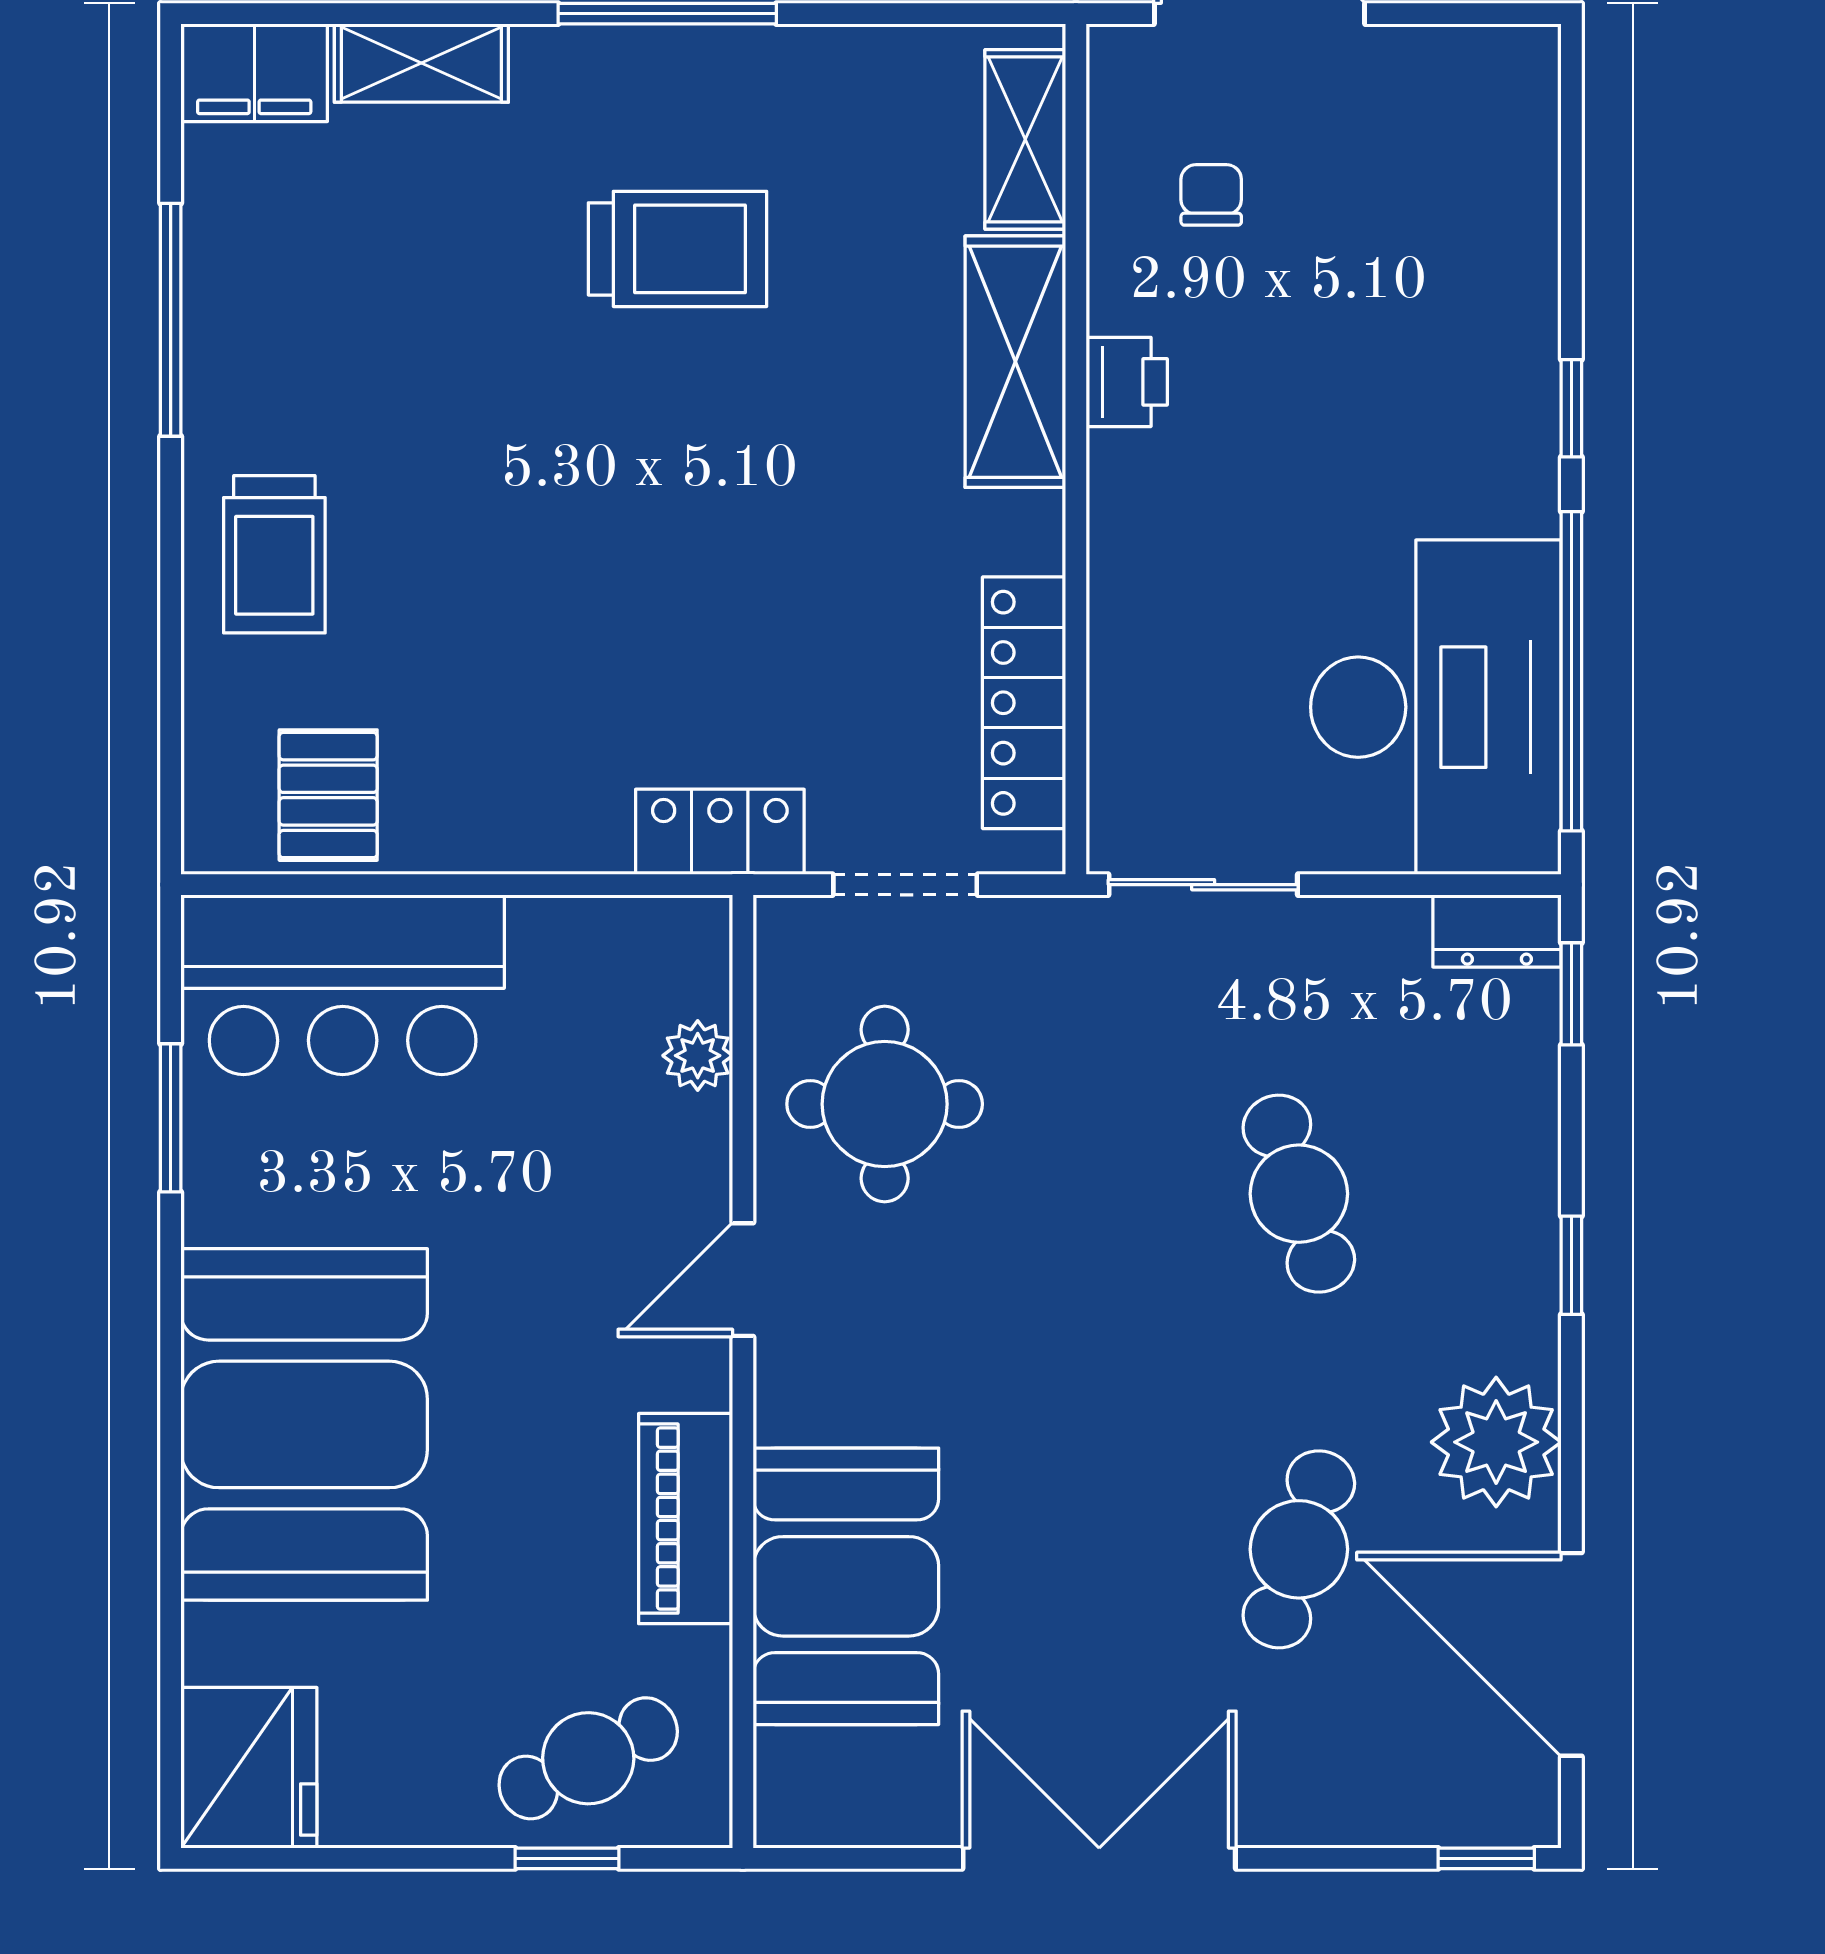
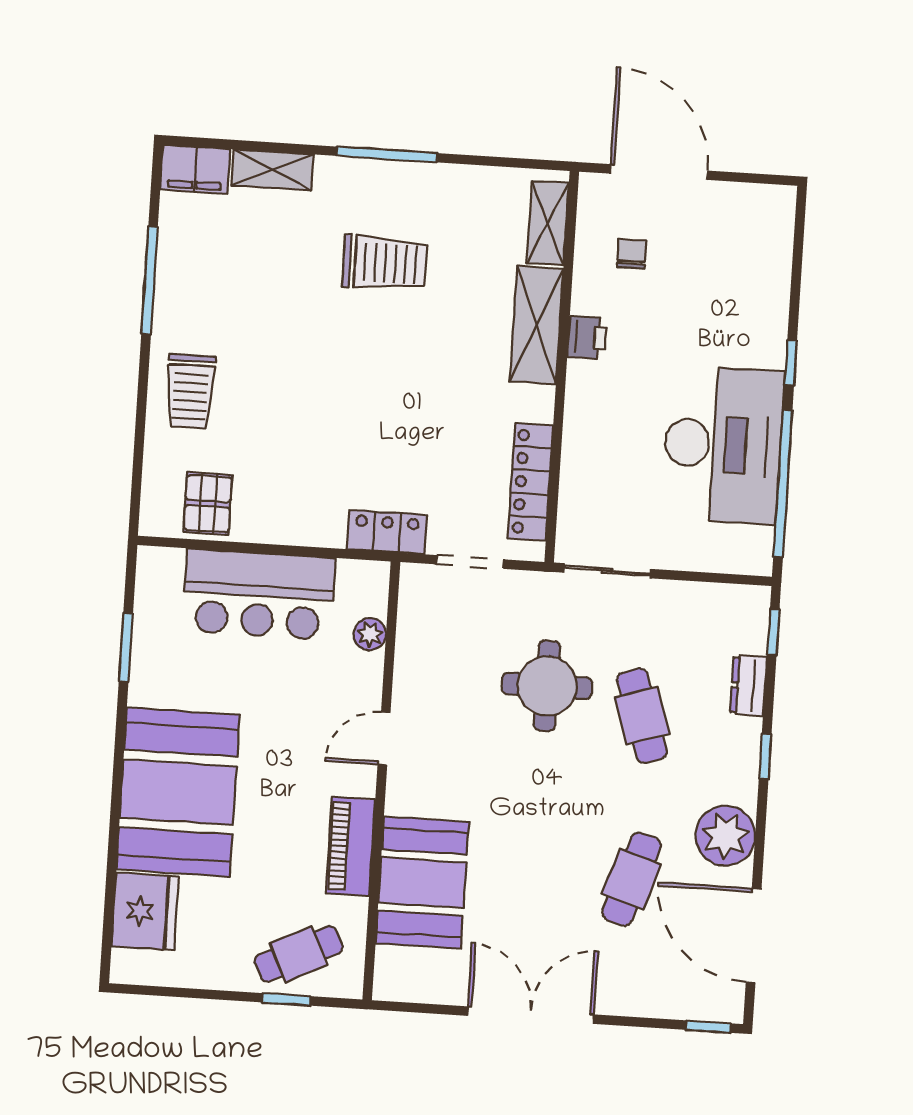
desk: (1436, 707) -> (723, 445), moved
dresser: (1497, 931) -> (748, 686), moved, turned 90
bar counter: (343, 985) -> (259, 594), moved
round table: (885, 1104) -> (547, 686), moved
fridge: (249, 1768) -> (145, 911), moved

